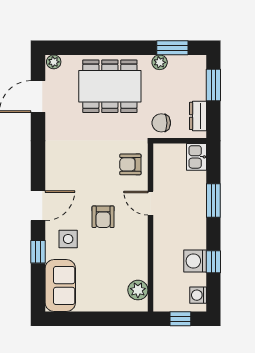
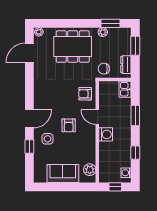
washing machine: (195, 261) -> (106, 134), moved, turned 180
sofa: (60, 286) -> (63, 174), moved, turned -90

